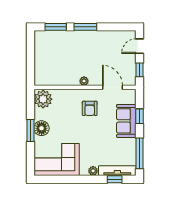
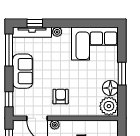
plant: (84, 81) -> (55, 125), moved
window: (140, 116) -> (9, 99), moved
sofa: (126, 121) -> (23, 71), moved
floor lamp: (42, 128) -> (110, 88), moved

